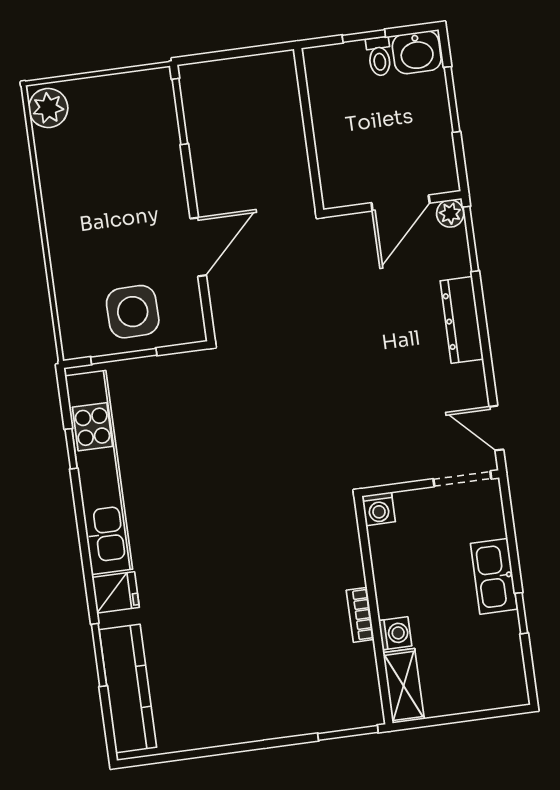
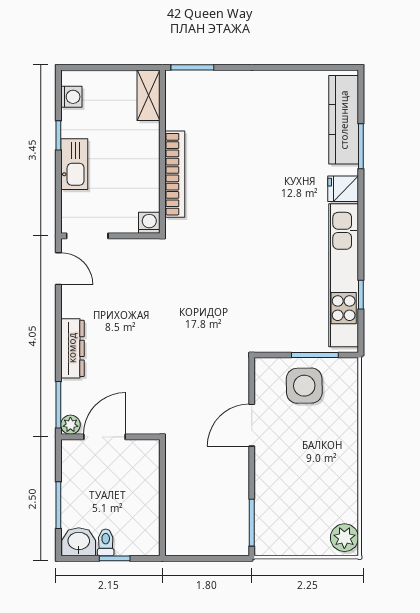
bookcase: (360, 615) -> (175, 174), width x2.31, depth x1.31
washing machine: (395, 633) -> (71, 97), moved, turned 180

